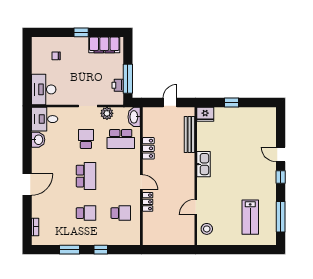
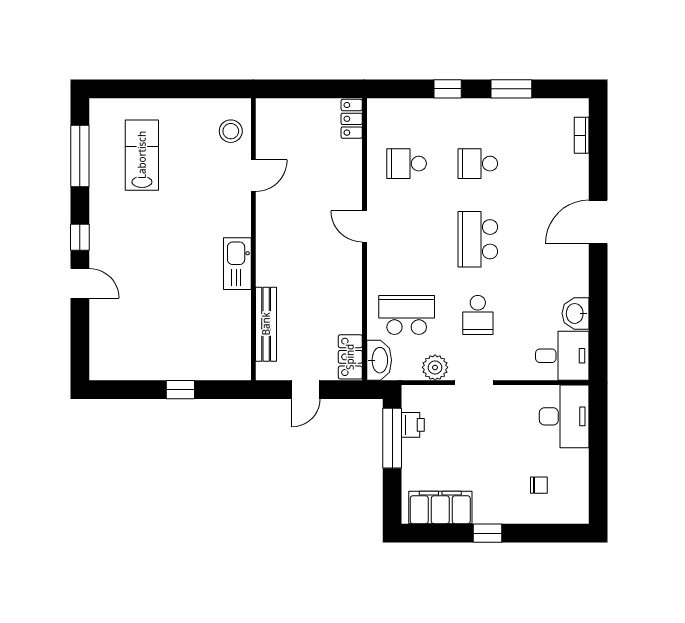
fridge: (205, 114) -> (234, 366), removed
locker: (148, 148) -> (350, 357), moved
locker: (148, 202) -> (352, 119), moved

